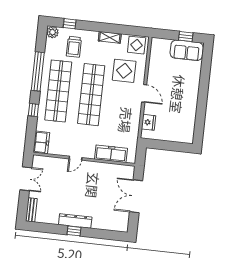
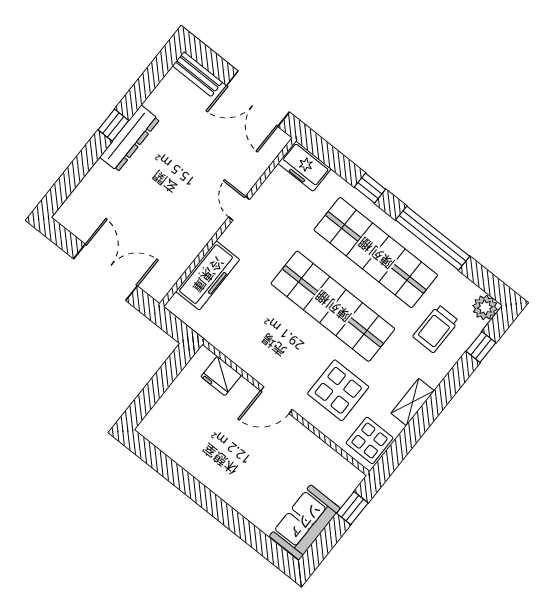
window: (186, 36) -> (352, 508), moved
trolley: (74, 47) -> (436, 329), turned -90
double door: (26, 179) -> (258, 99), width x1.37

